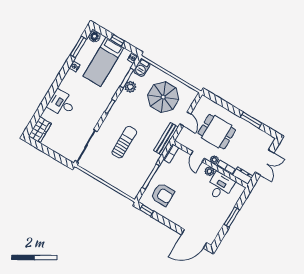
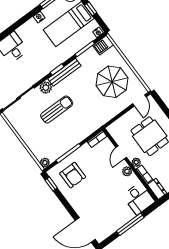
plant: (130, 87) -> (46, 88), moved
door: (185, 119) -> (139, 100), moved
bench: (166, 139) -> (64, 72), moved
desk: (220, 186) -> (139, 199), moved, turned 90
plant: (133, 194) -> (45, 163), added
window: (232, 217) -> (130, 224), width x1.44

